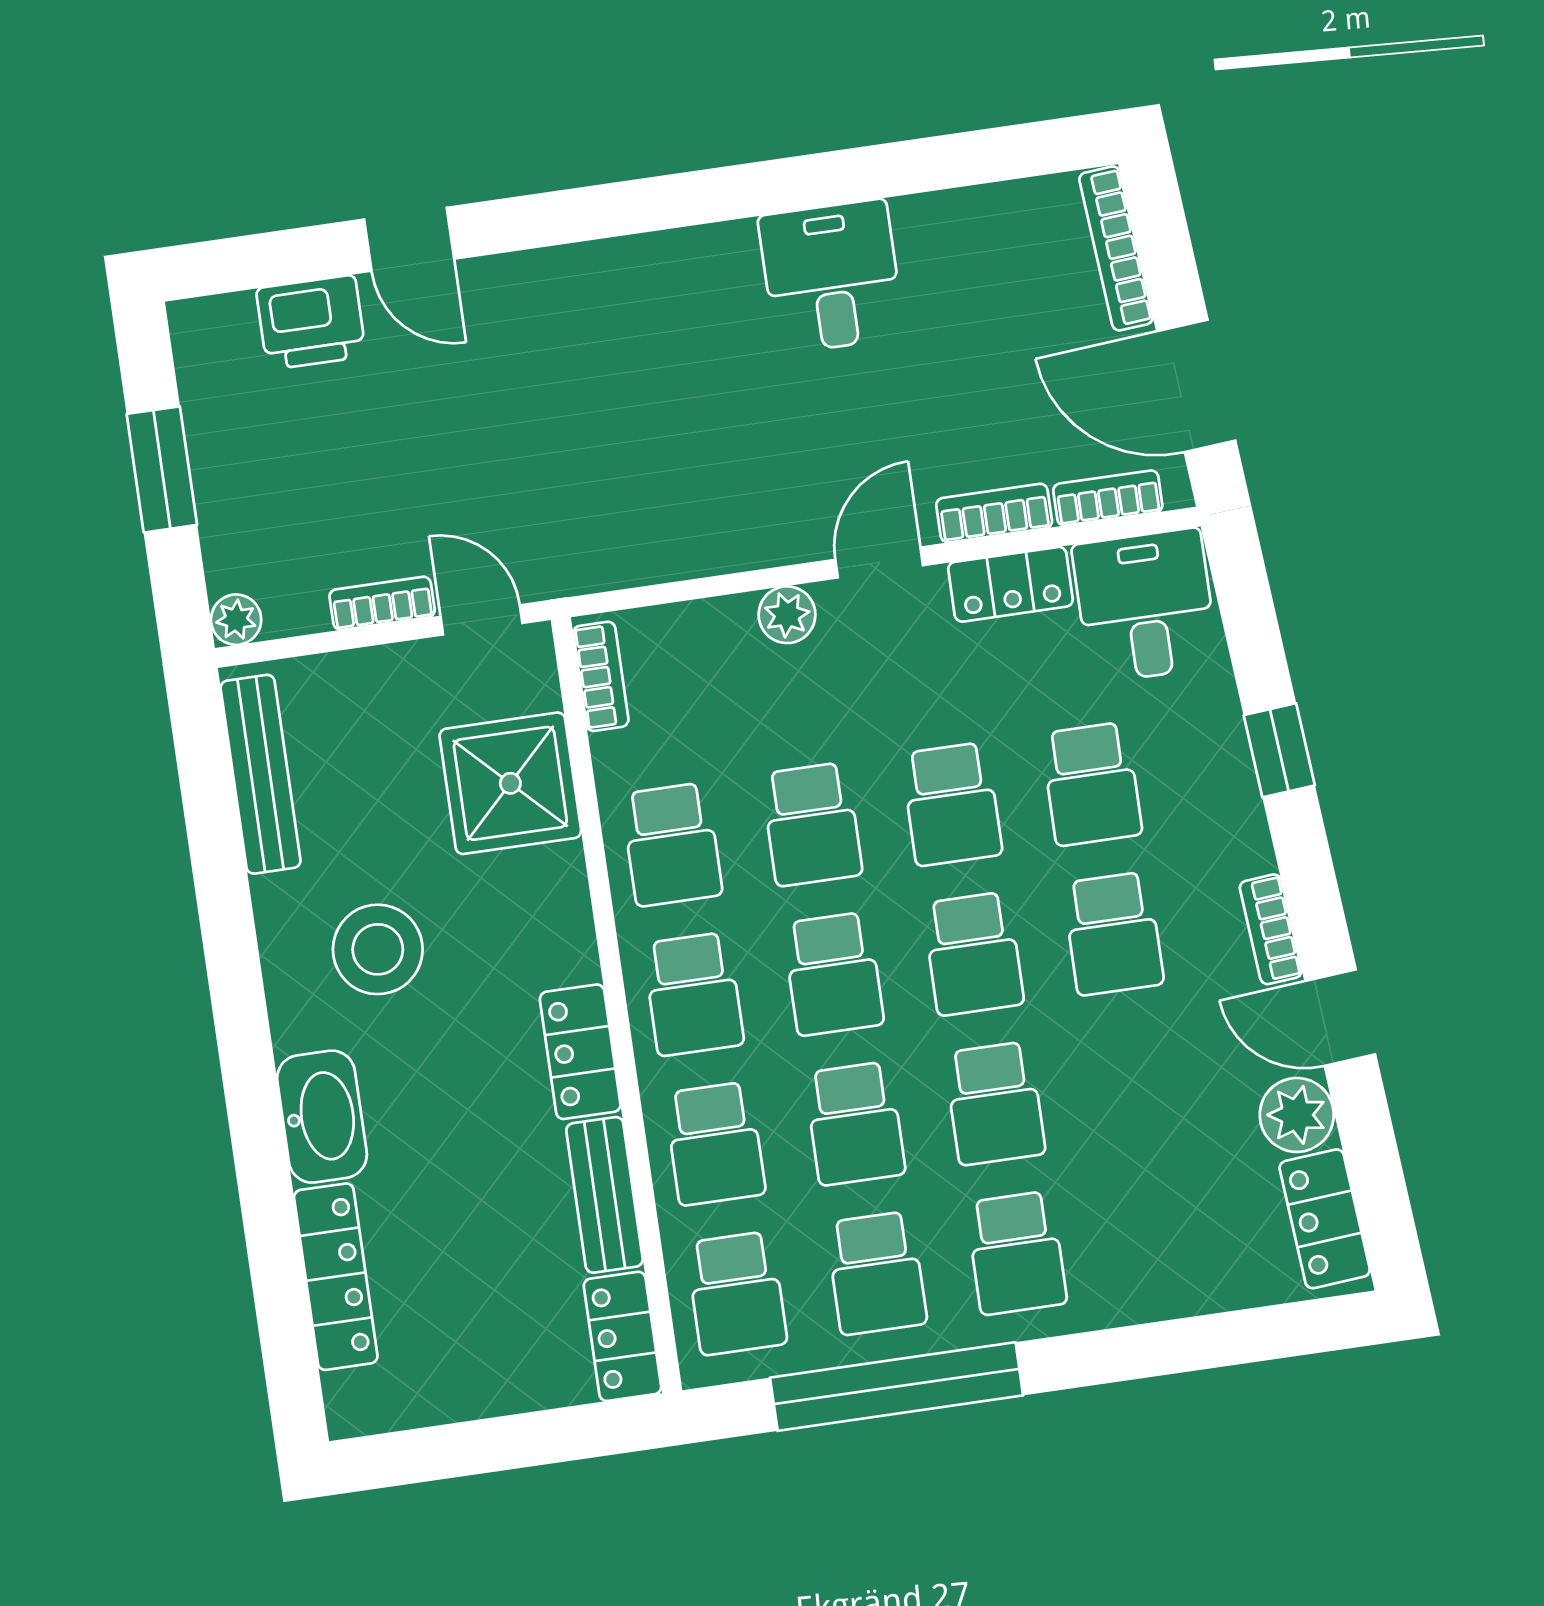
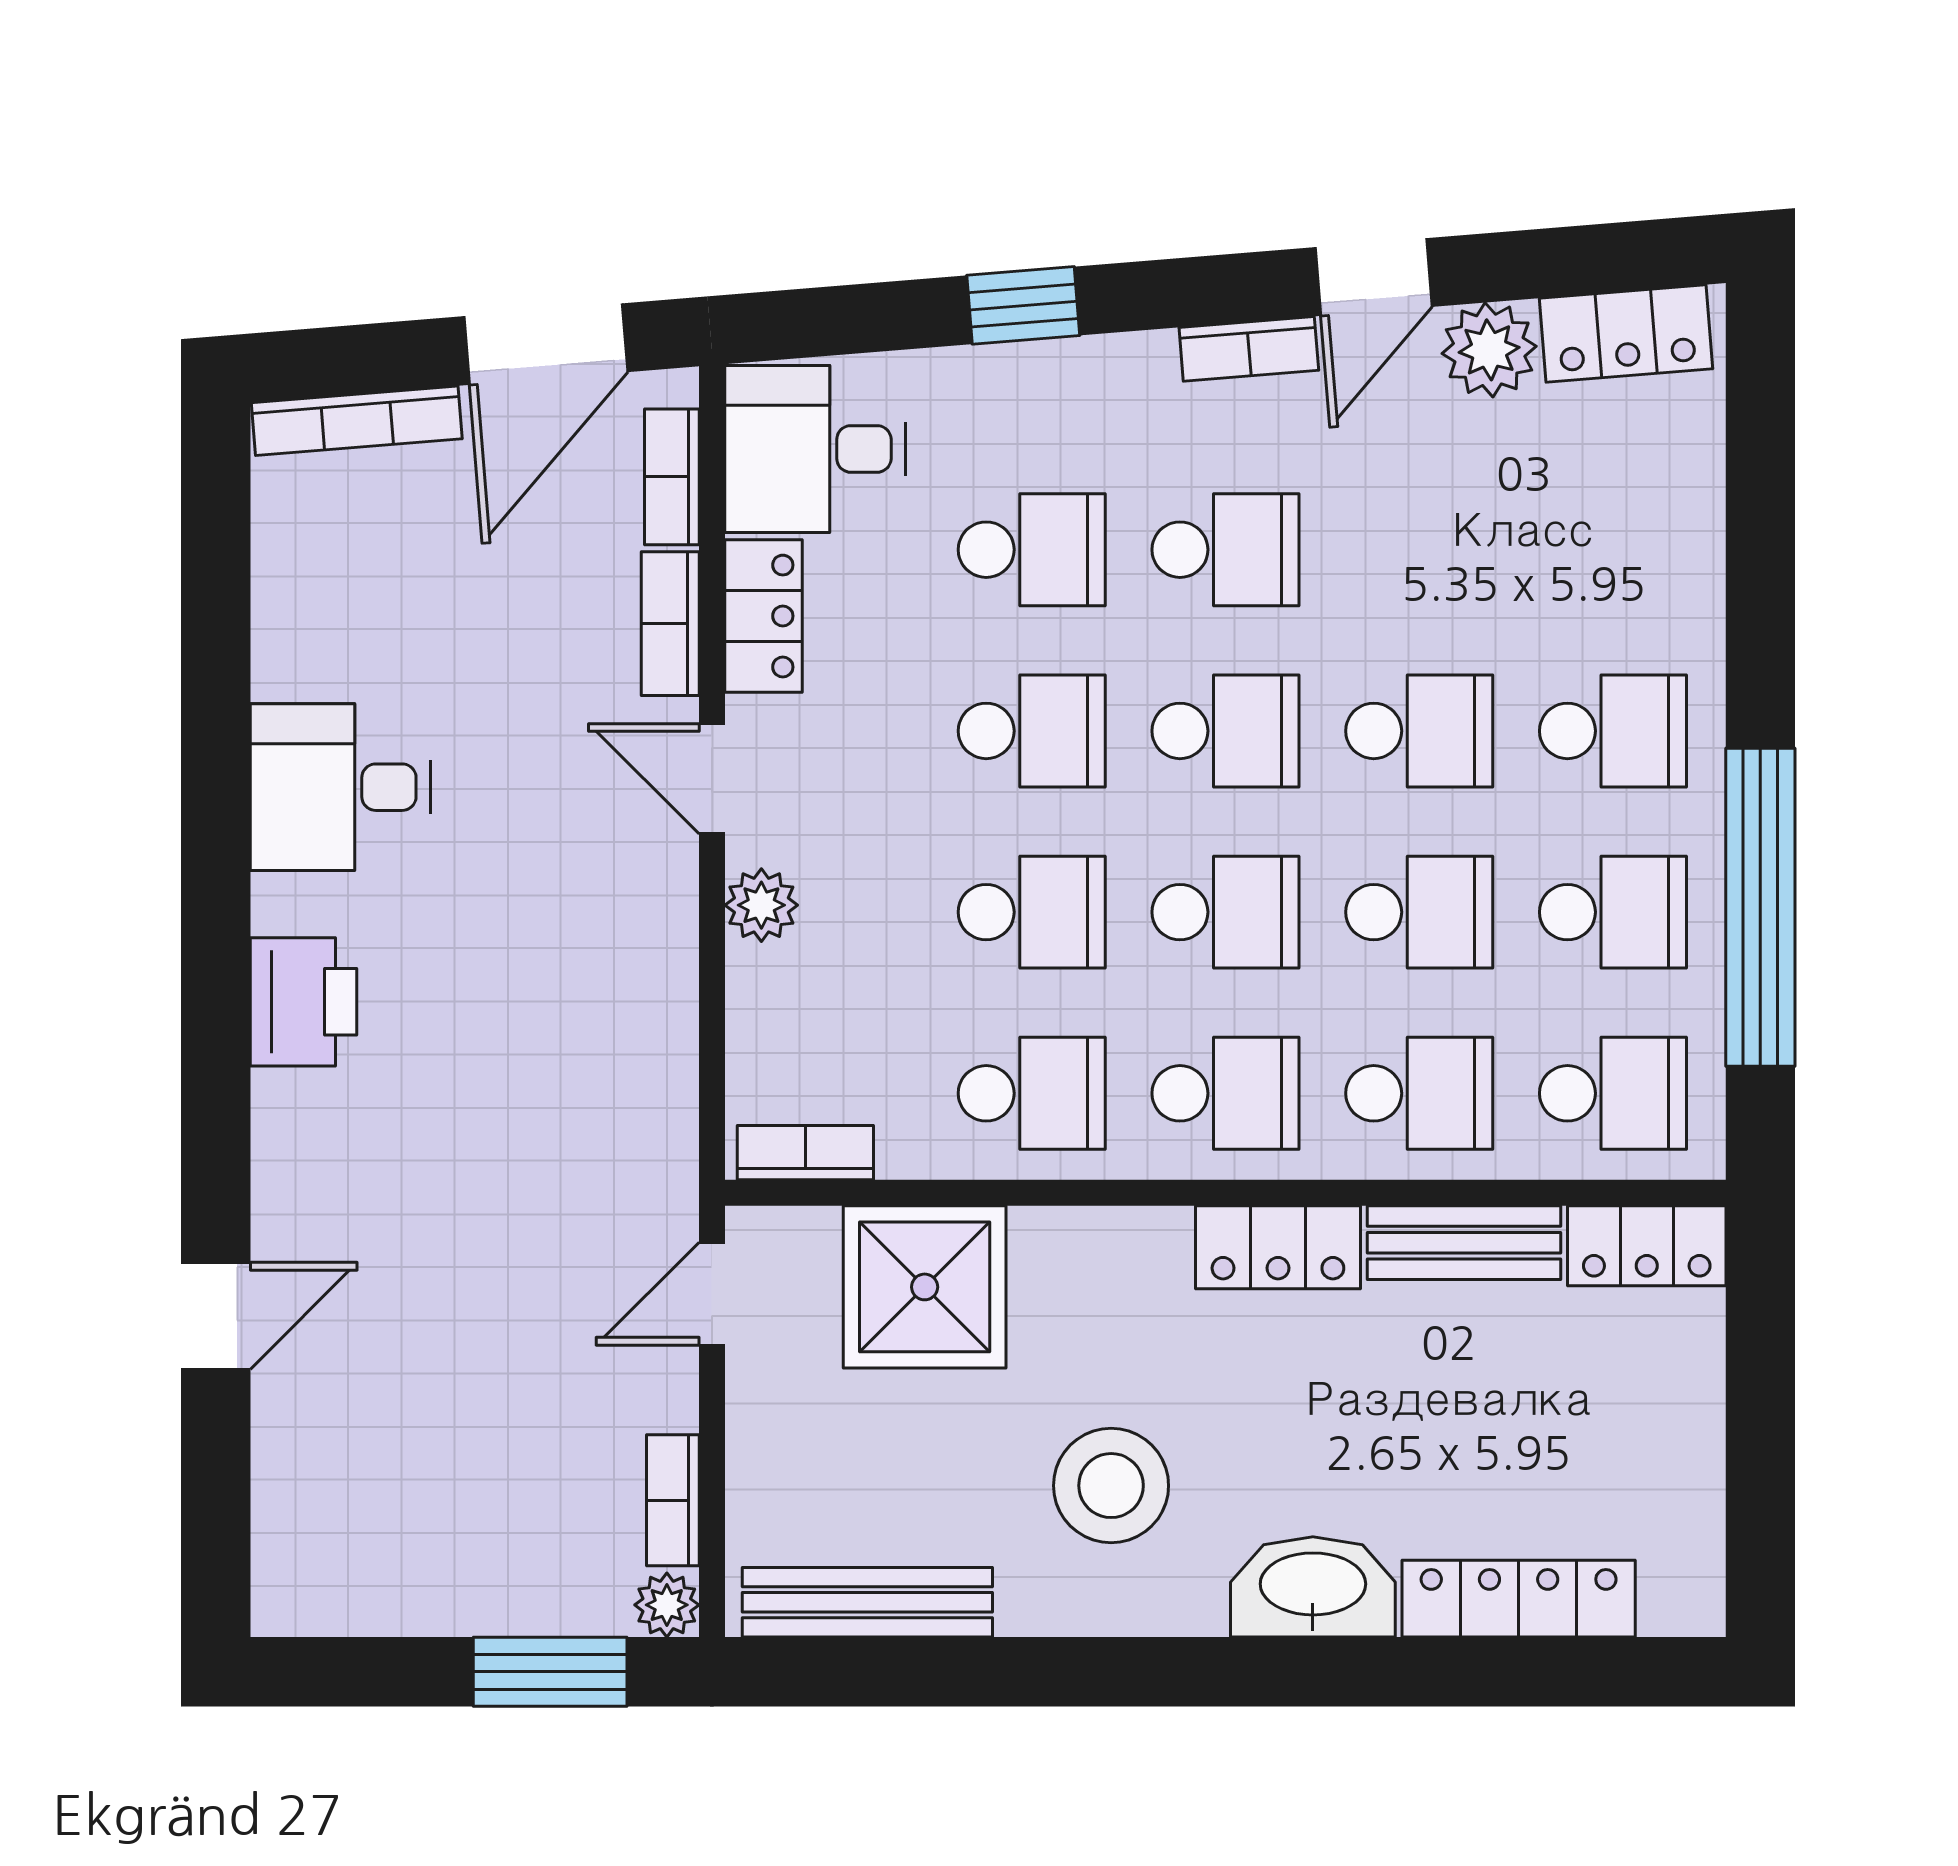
printer: (311, 322) -> (303, 1002), moved
window: (162, 469) -> (550, 1672), moved
bookcase: (382, 603) -> (673, 1500), moved

